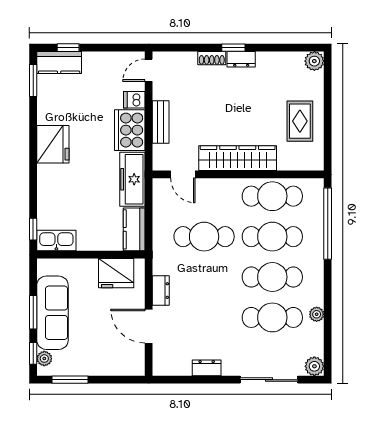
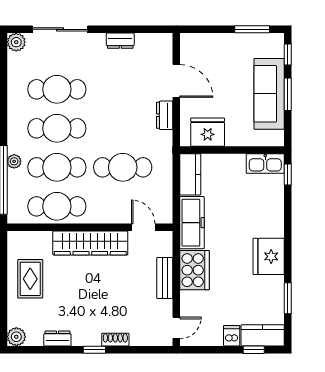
dresser: (241, 59) -> (57, 339), moved
window: (33, 81) -> (288, 298), moved
dishwasher: (134, 100) -> (232, 336), moved, turned -90
plant: (317, 314) -> (14, 161), moved
plant: (44, 359) -> (277, 50), removed

